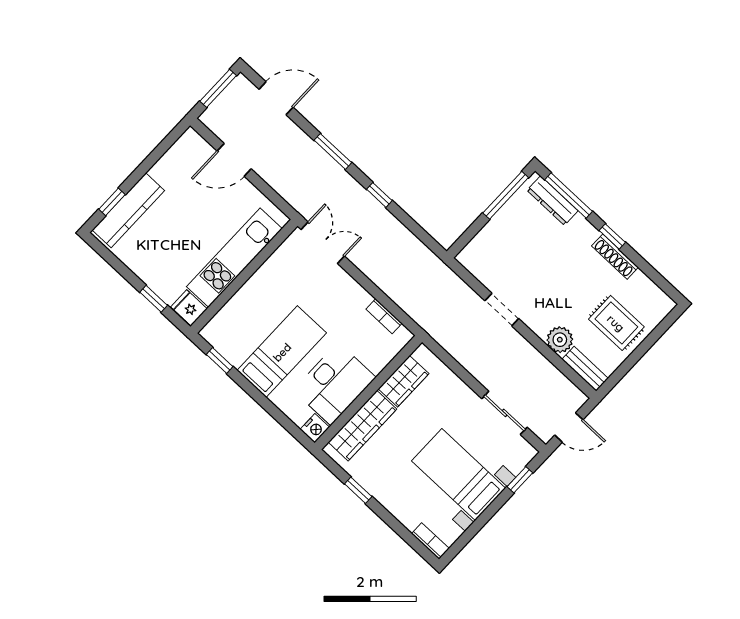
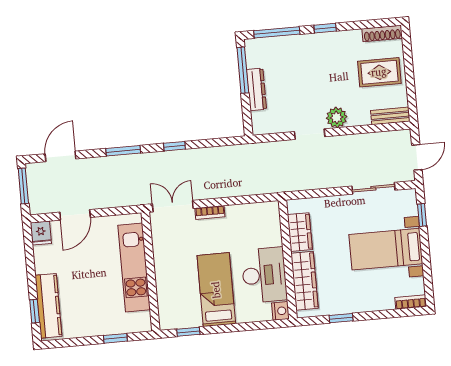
dresser: (552, 201) -> (256, 89), moved, turned -90
shoe rack: (615, 257) -> (382, 34), moved
fridge: (189, 308) -> (41, 233), moved, turned -90
bookcase: (384, 316) -> (210, 212), moved
plant: (560, 340) -> (337, 117), moved

